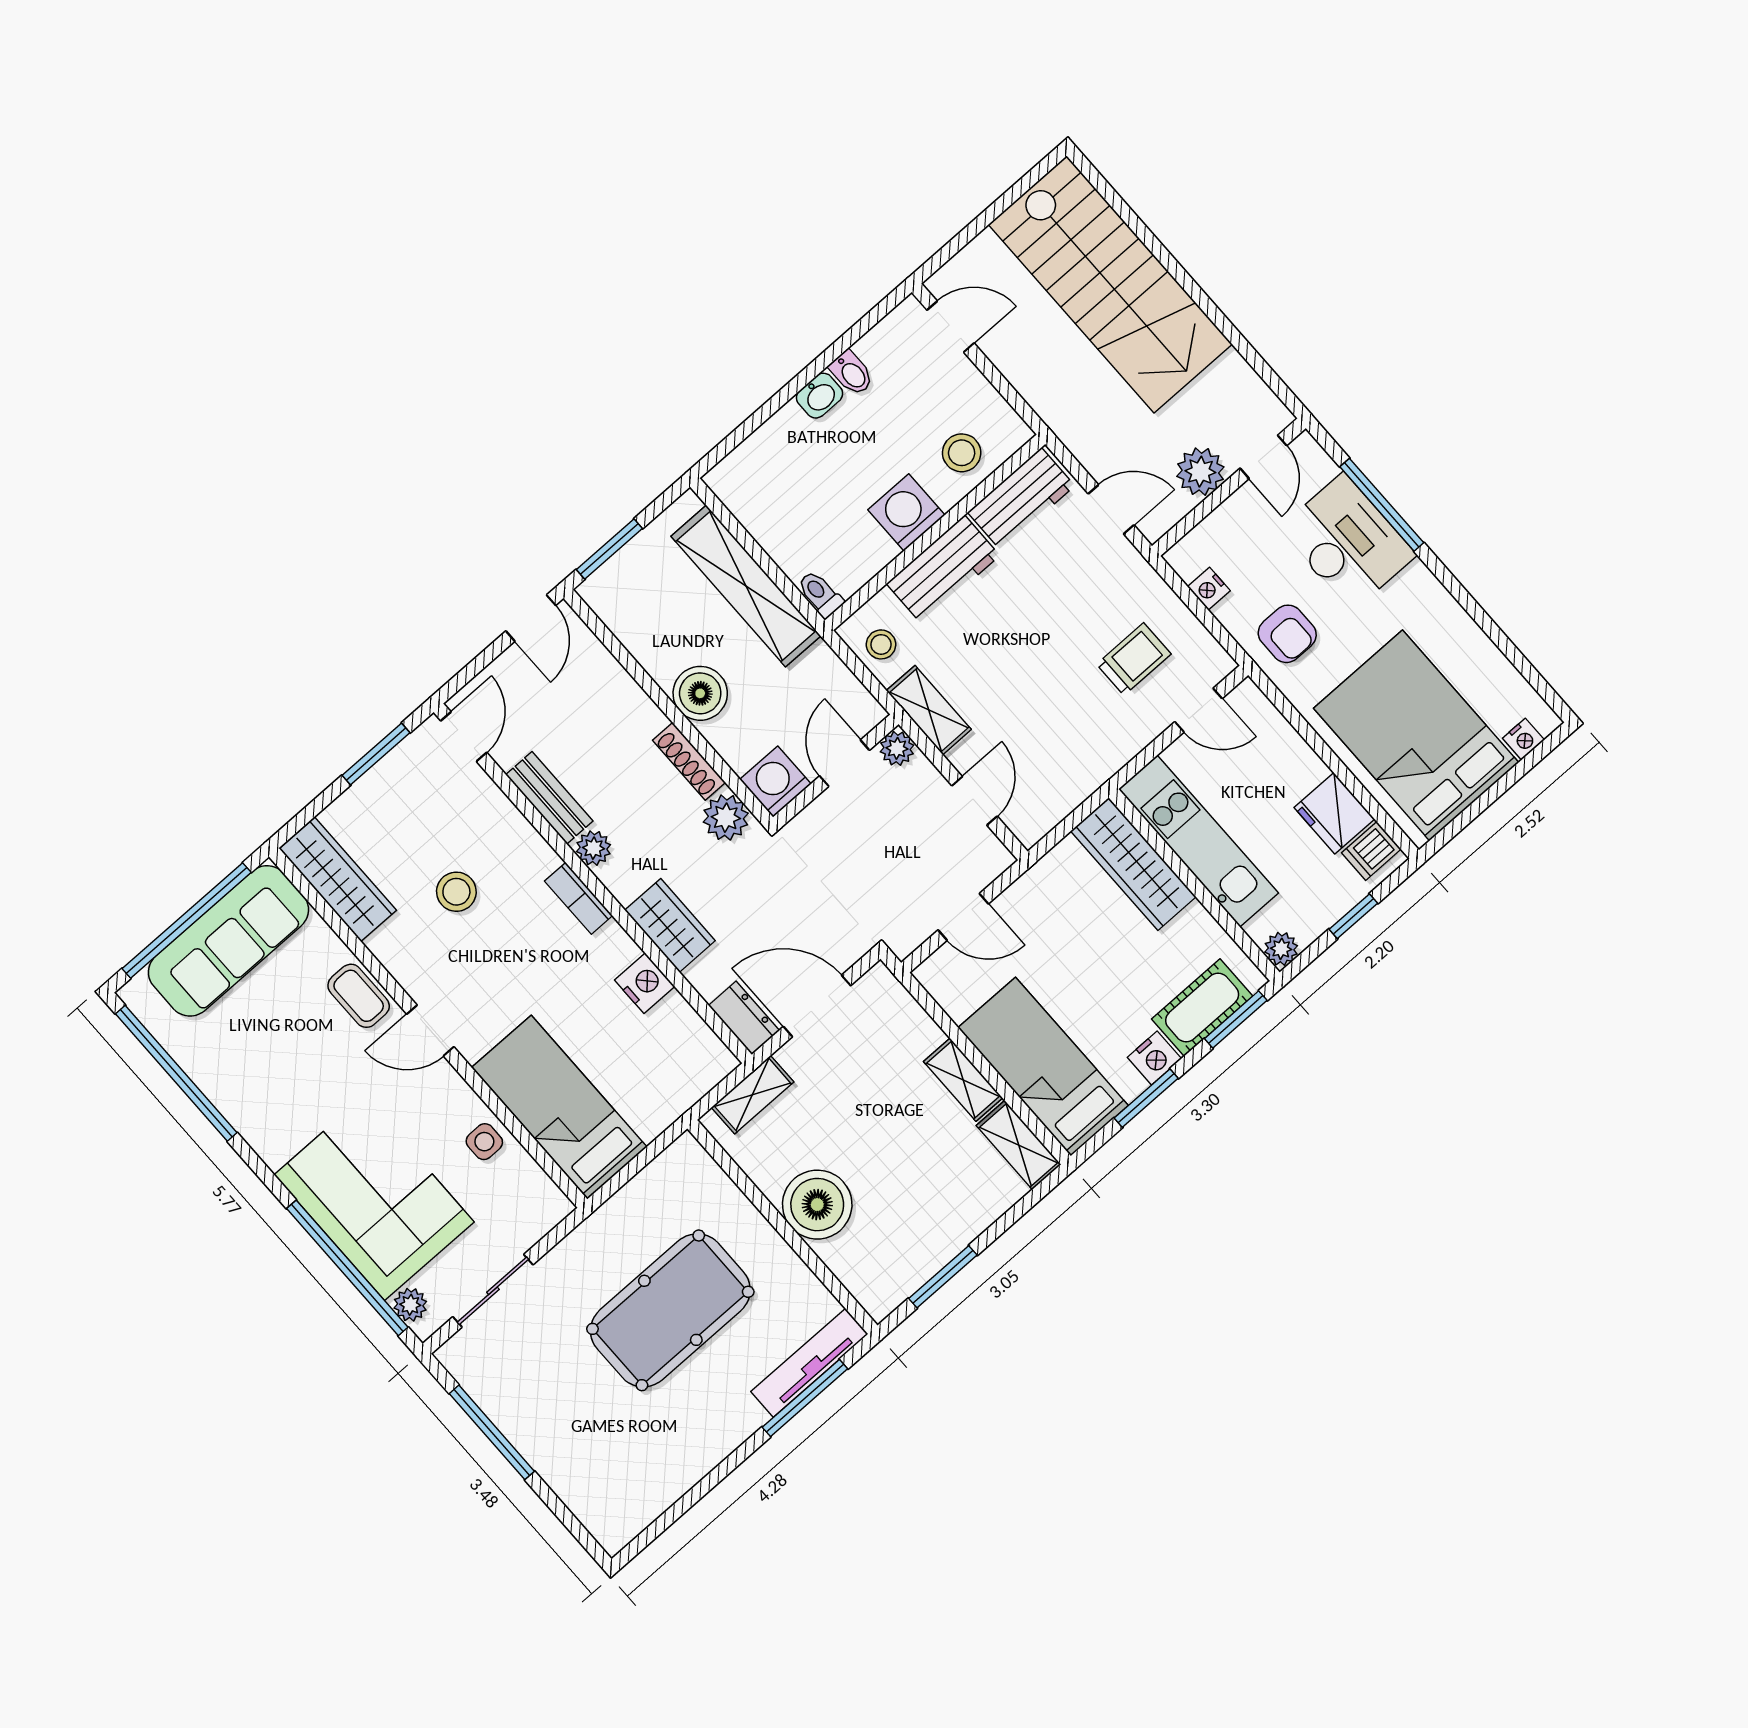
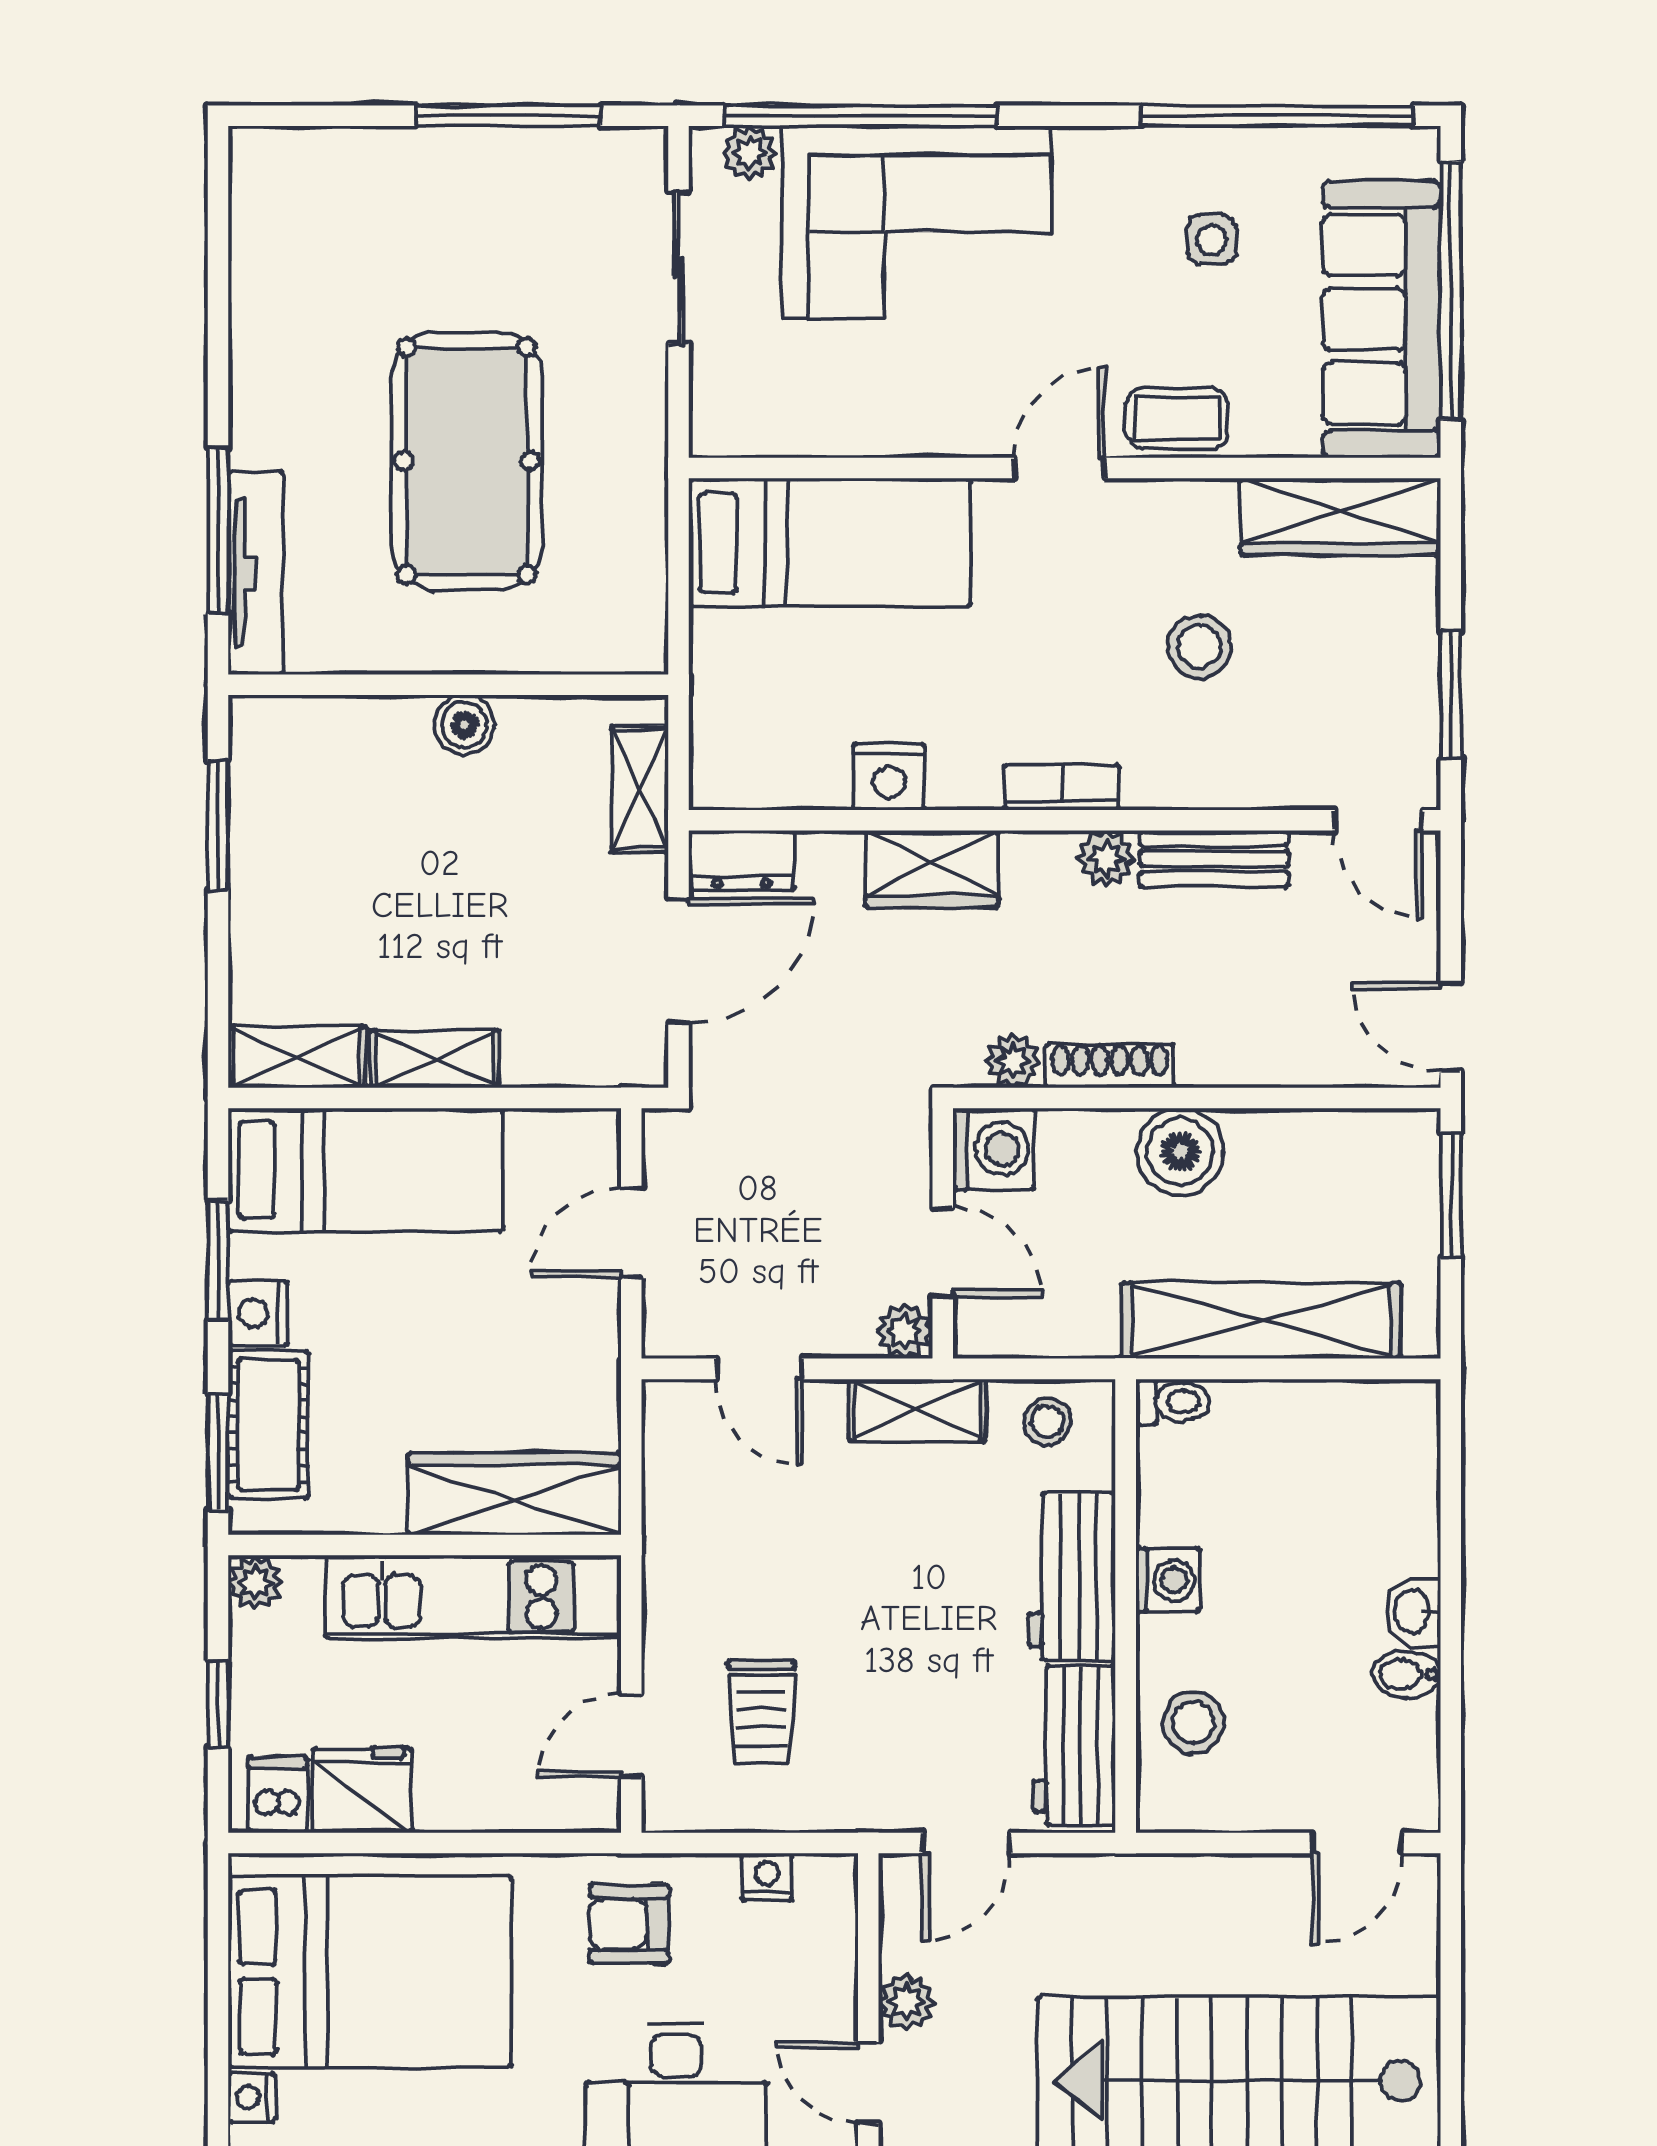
plant: (1200, 472) -> (907, 2002), width x0.73, depth x0.73
washing machine: (906, 512) -> (1168, 1580), width x0.73, depth x0.73
plant: (726, 818) -> (1013, 1061), width x0.73, depth x0.73
side table: (484, 1142) -> (1212, 240), moved
boiler: (817, 1205) -> (464, 725), width x0.54, depth x0.54

